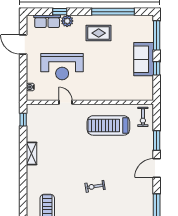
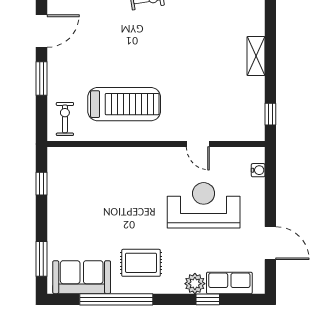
window: (157, 35) -> (41, 259), width x0.69
sofa: (144, 59) -> (82, 277), moved, turned -90
window: (157, 68) -> (41, 184), moved

